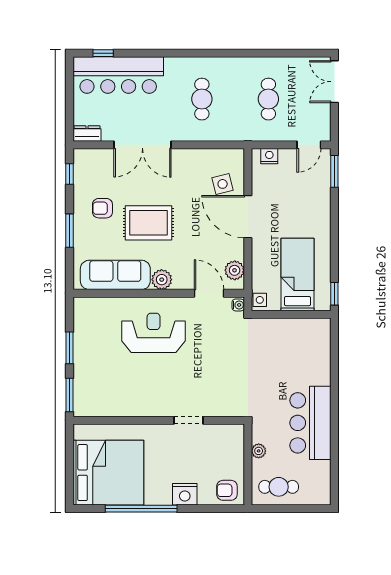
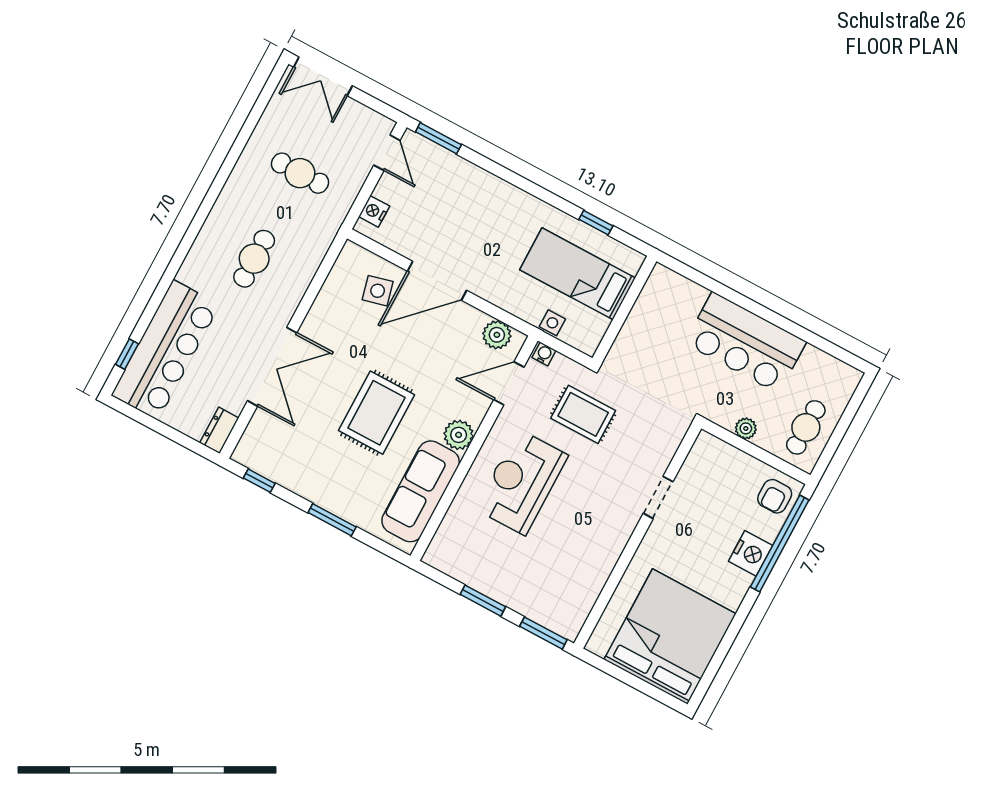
cafe table: (202, 99) -> (254, 259), turned 90
armchair: (102, 208) -> (326, 462), removed
bed: (298, 275) -> (578, 274), moved
wall: (291, 314) -> (624, 310), moved
rug: (214, 348) -> (583, 414), added
window: (141, 509) -> (780, 544), moved

